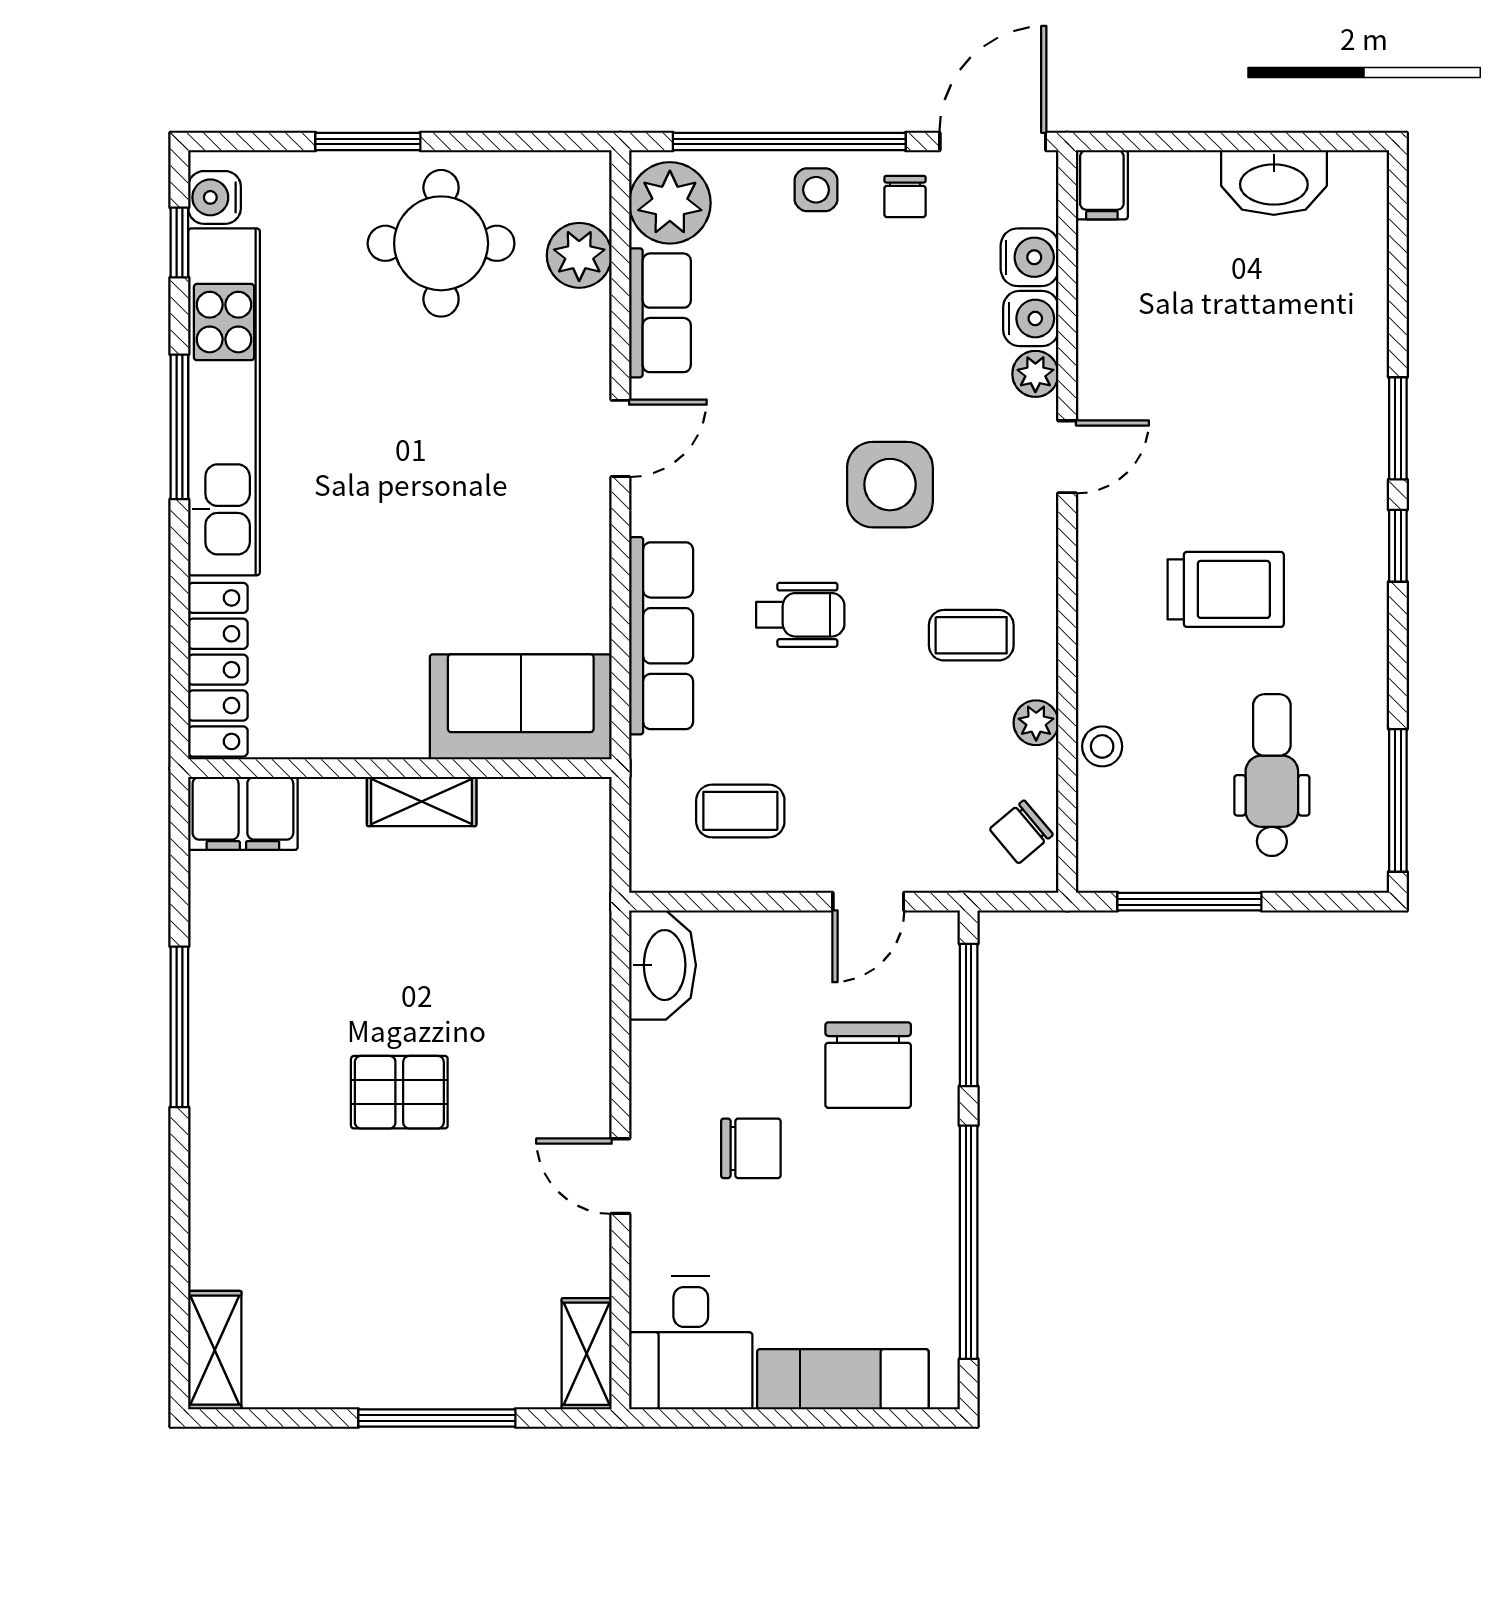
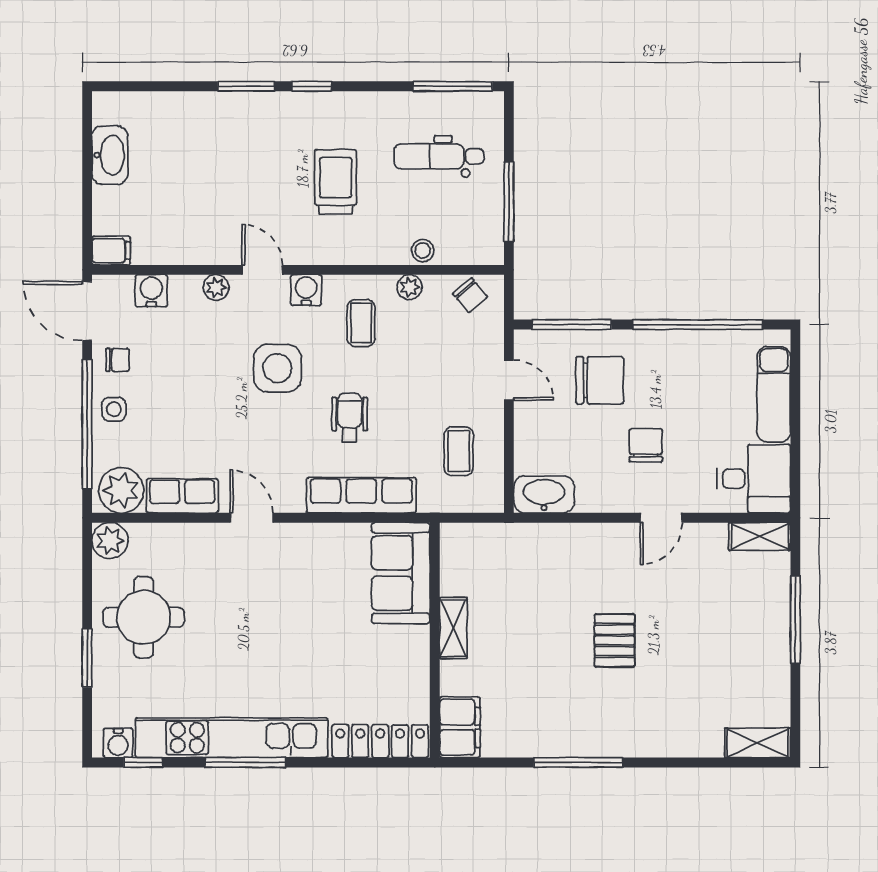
plant: (579, 255) -> (110, 541), moved
water cooler: (1031, 318) -> (306, 290), moved

